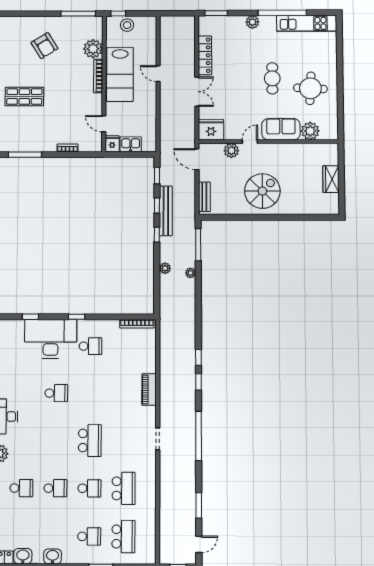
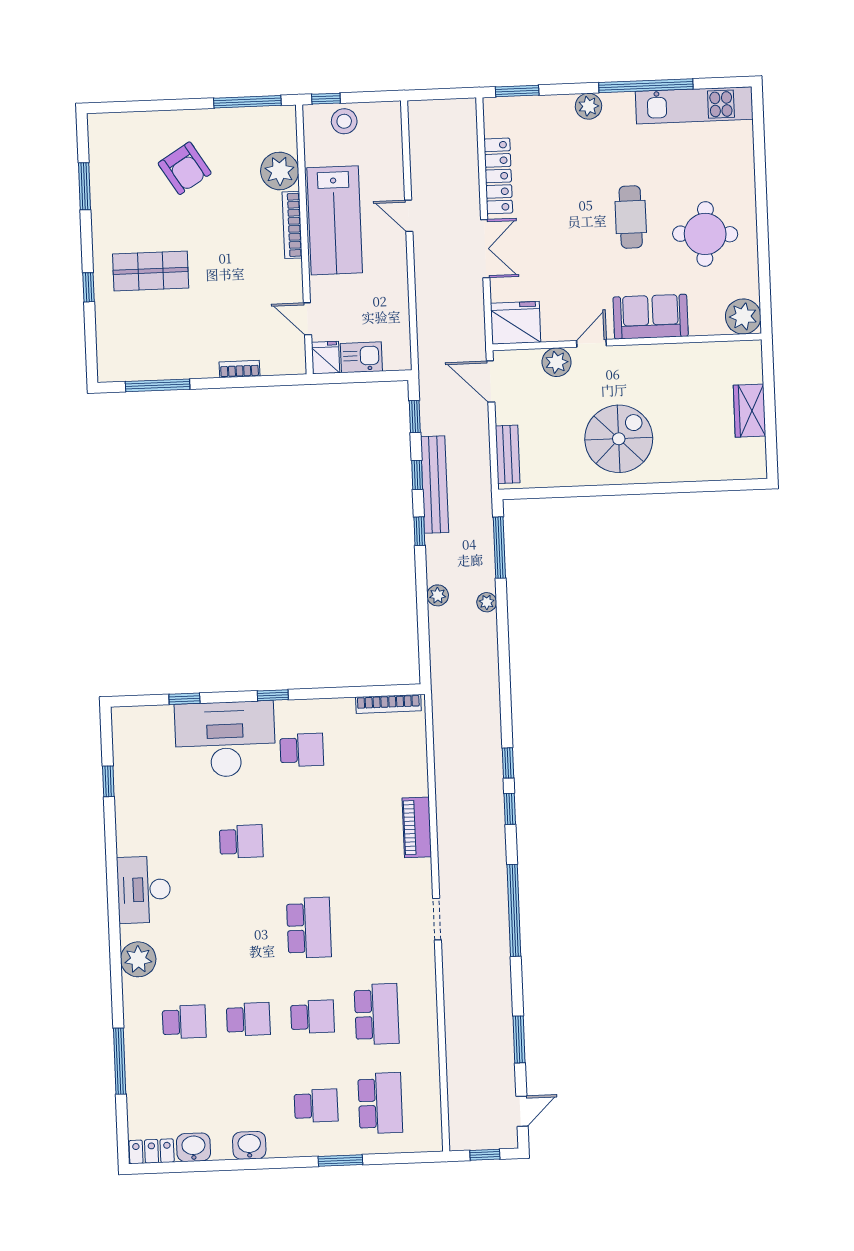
plant: (310, 131) -> (743, 316), moved

